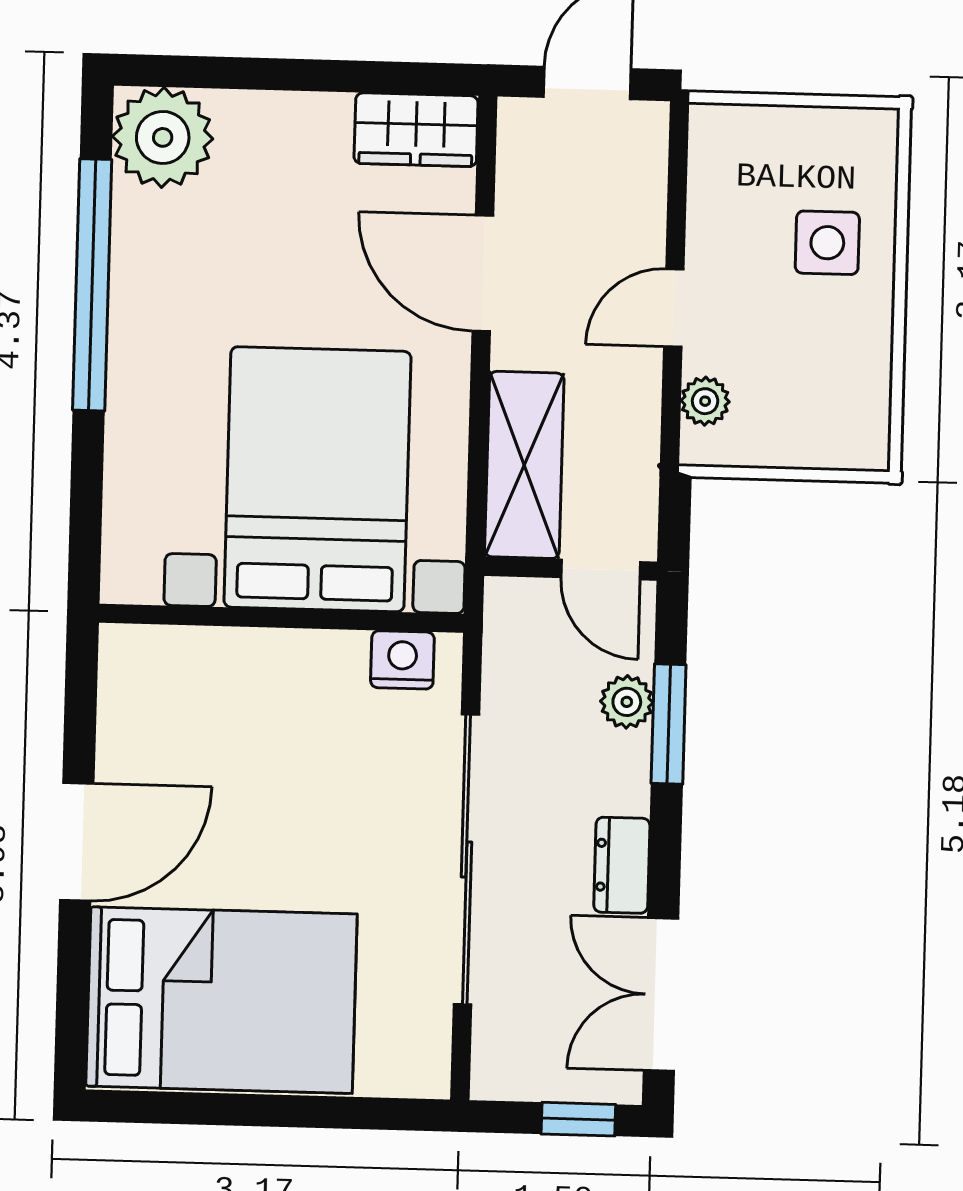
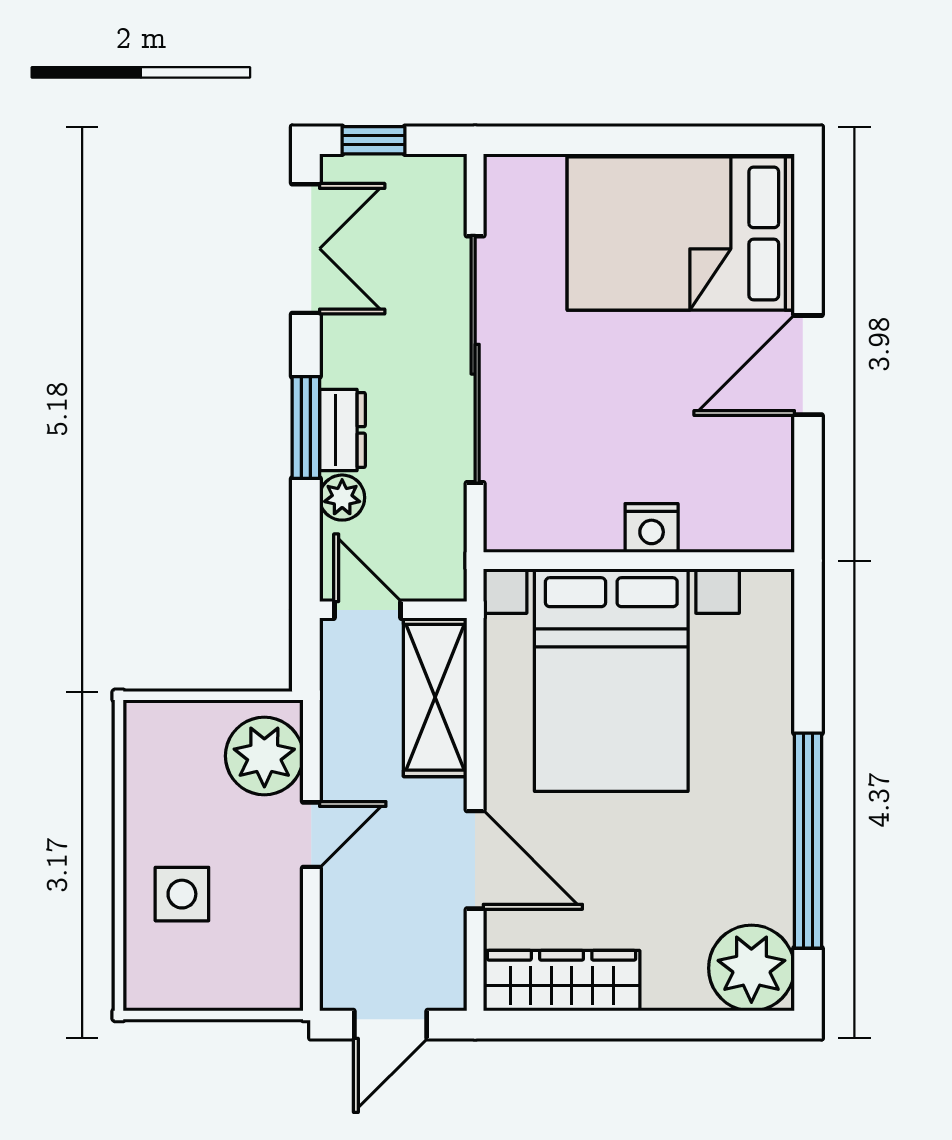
wardrobe: (416, 130) -> (562, 981), width x1.50
plant: (705, 401) -> (264, 756), width x1.88, depth x1.88
nightstand: (402, 660) -> (652, 528), moved
window: (669, 724) -> (306, 427), moved
dresser: (622, 865) -> (342, 430), moved

